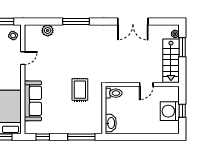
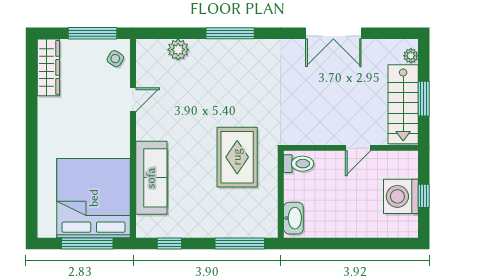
window: (182, 47) -> (424, 99), moved
rug: (80, 90) -> (237, 157), width x1.36, depth x1.43

